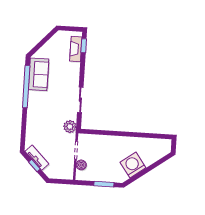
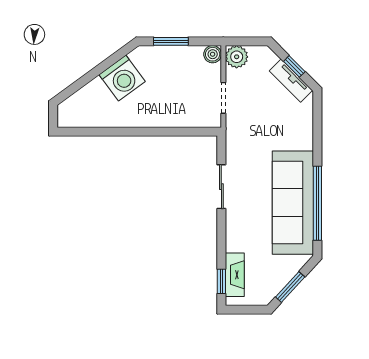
window: (45, 40) -> (290, 287), added
sofa: (39, 74) -> (293, 203), width x1.85, depth x1.27
plant: (70, 127) -> (237, 57), moved
boiler: (81, 165) -> (213, 54), moved

